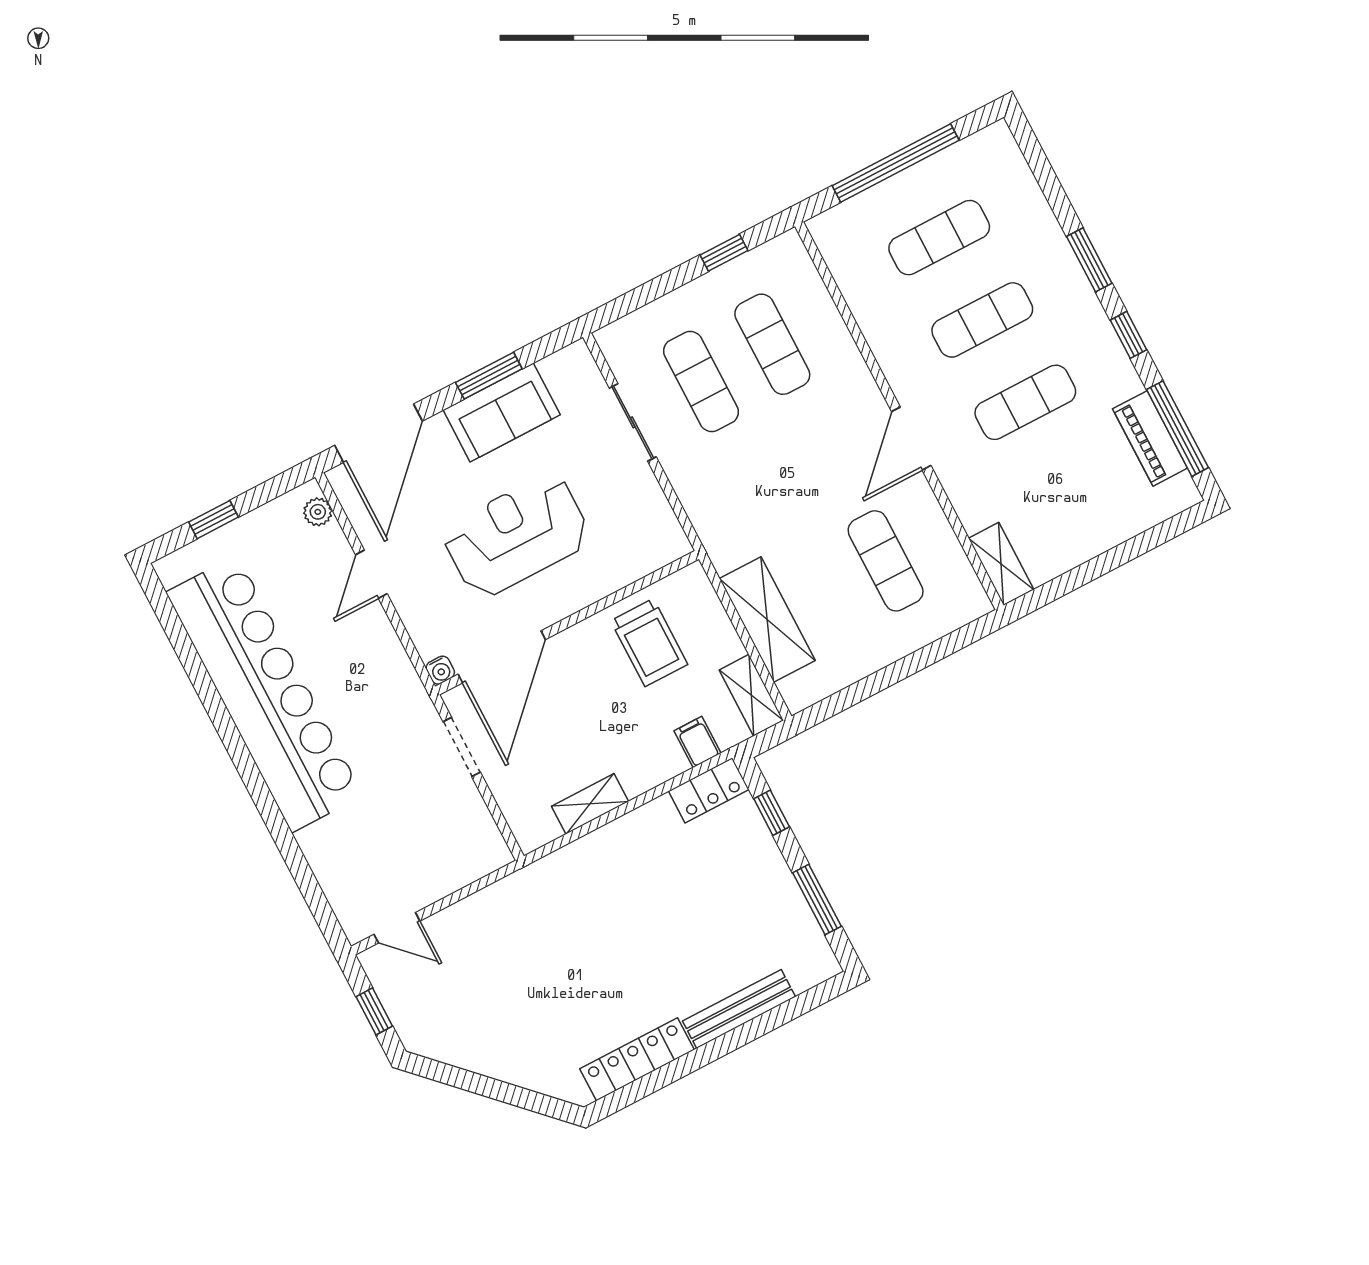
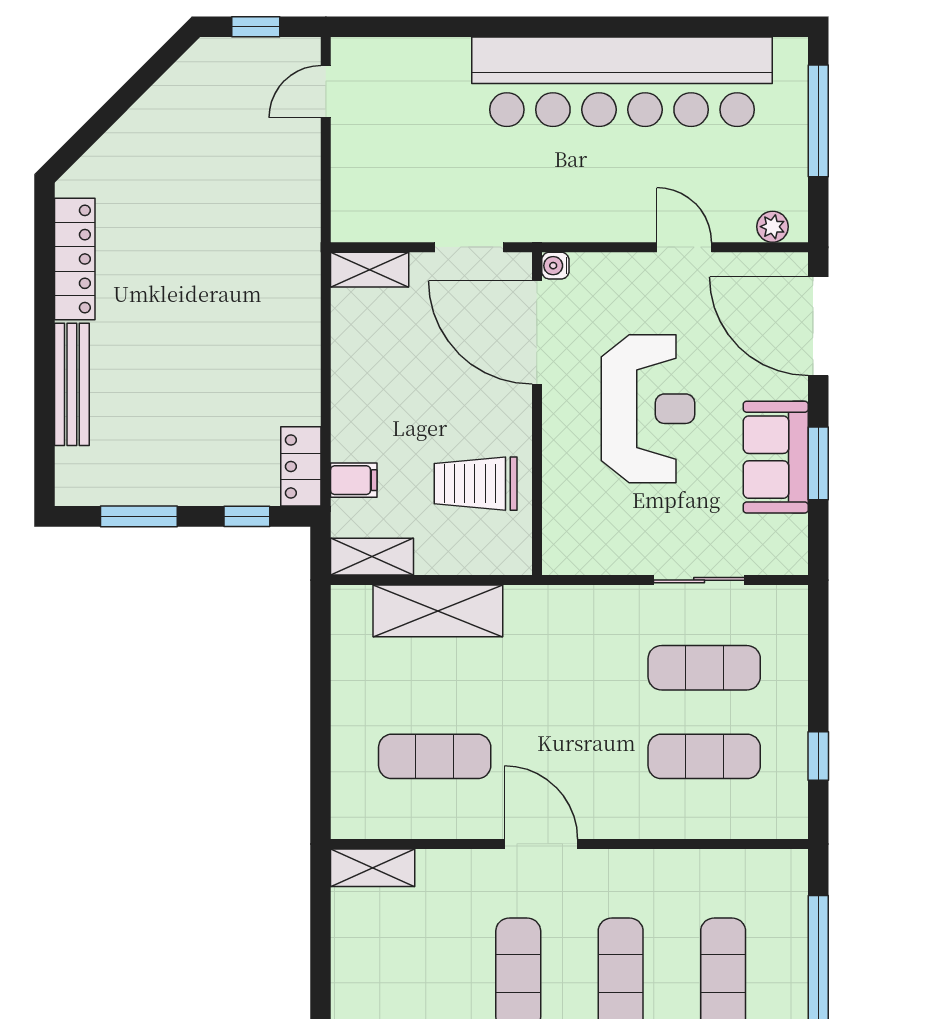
window: (213, 520) -> (818, 121), width x2.17
shelving: (590, 804) -> (370, 270), moved, turned 90

